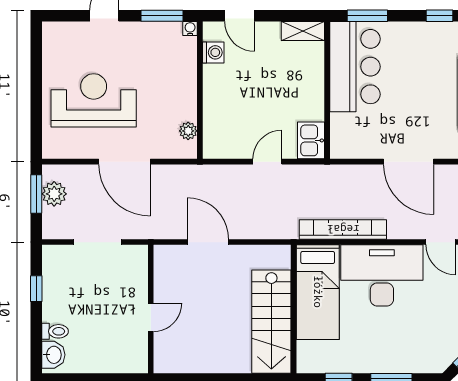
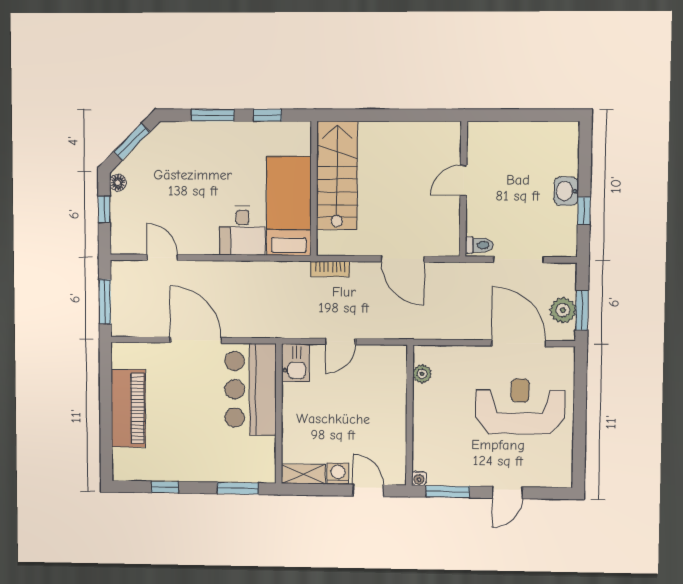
washing machine: (213, 52) -> (338, 474), moved, turned 90
bar counter: (355, 67) -> (250, 389), moved
reception desk: (94, 100) -> (520, 406), turned 180
door: (124, 162) -> (519, 343), moved
bookcase: (343, 229) -> (330, 269), moved, width x0.43, depth x0.76
desk: (382, 275) -> (242, 231), width x0.53, depth x0.77
toilet: (55, 331) -> (479, 245), moved, turned 180
washbasin: (53, 355) -> (566, 191), moved

